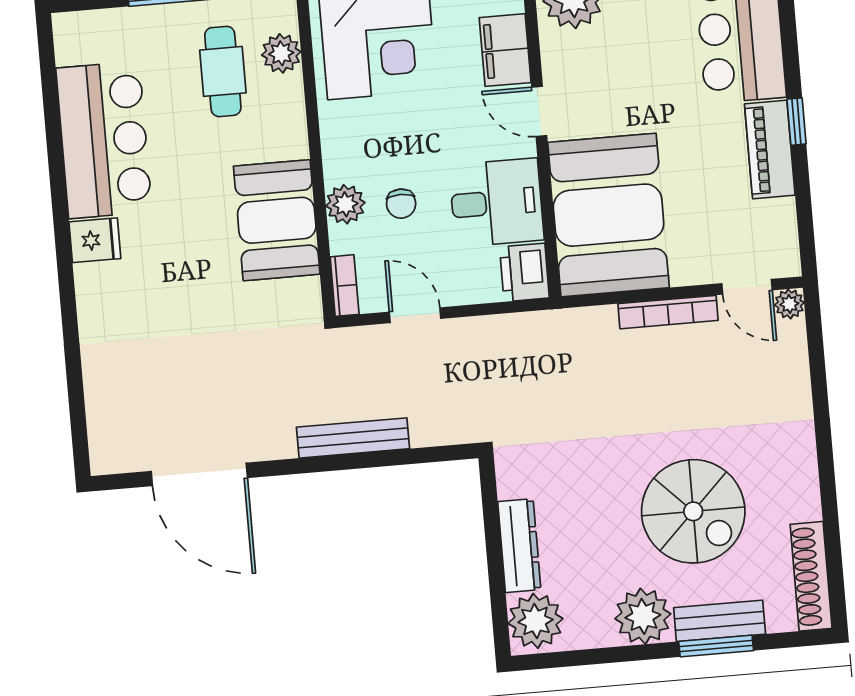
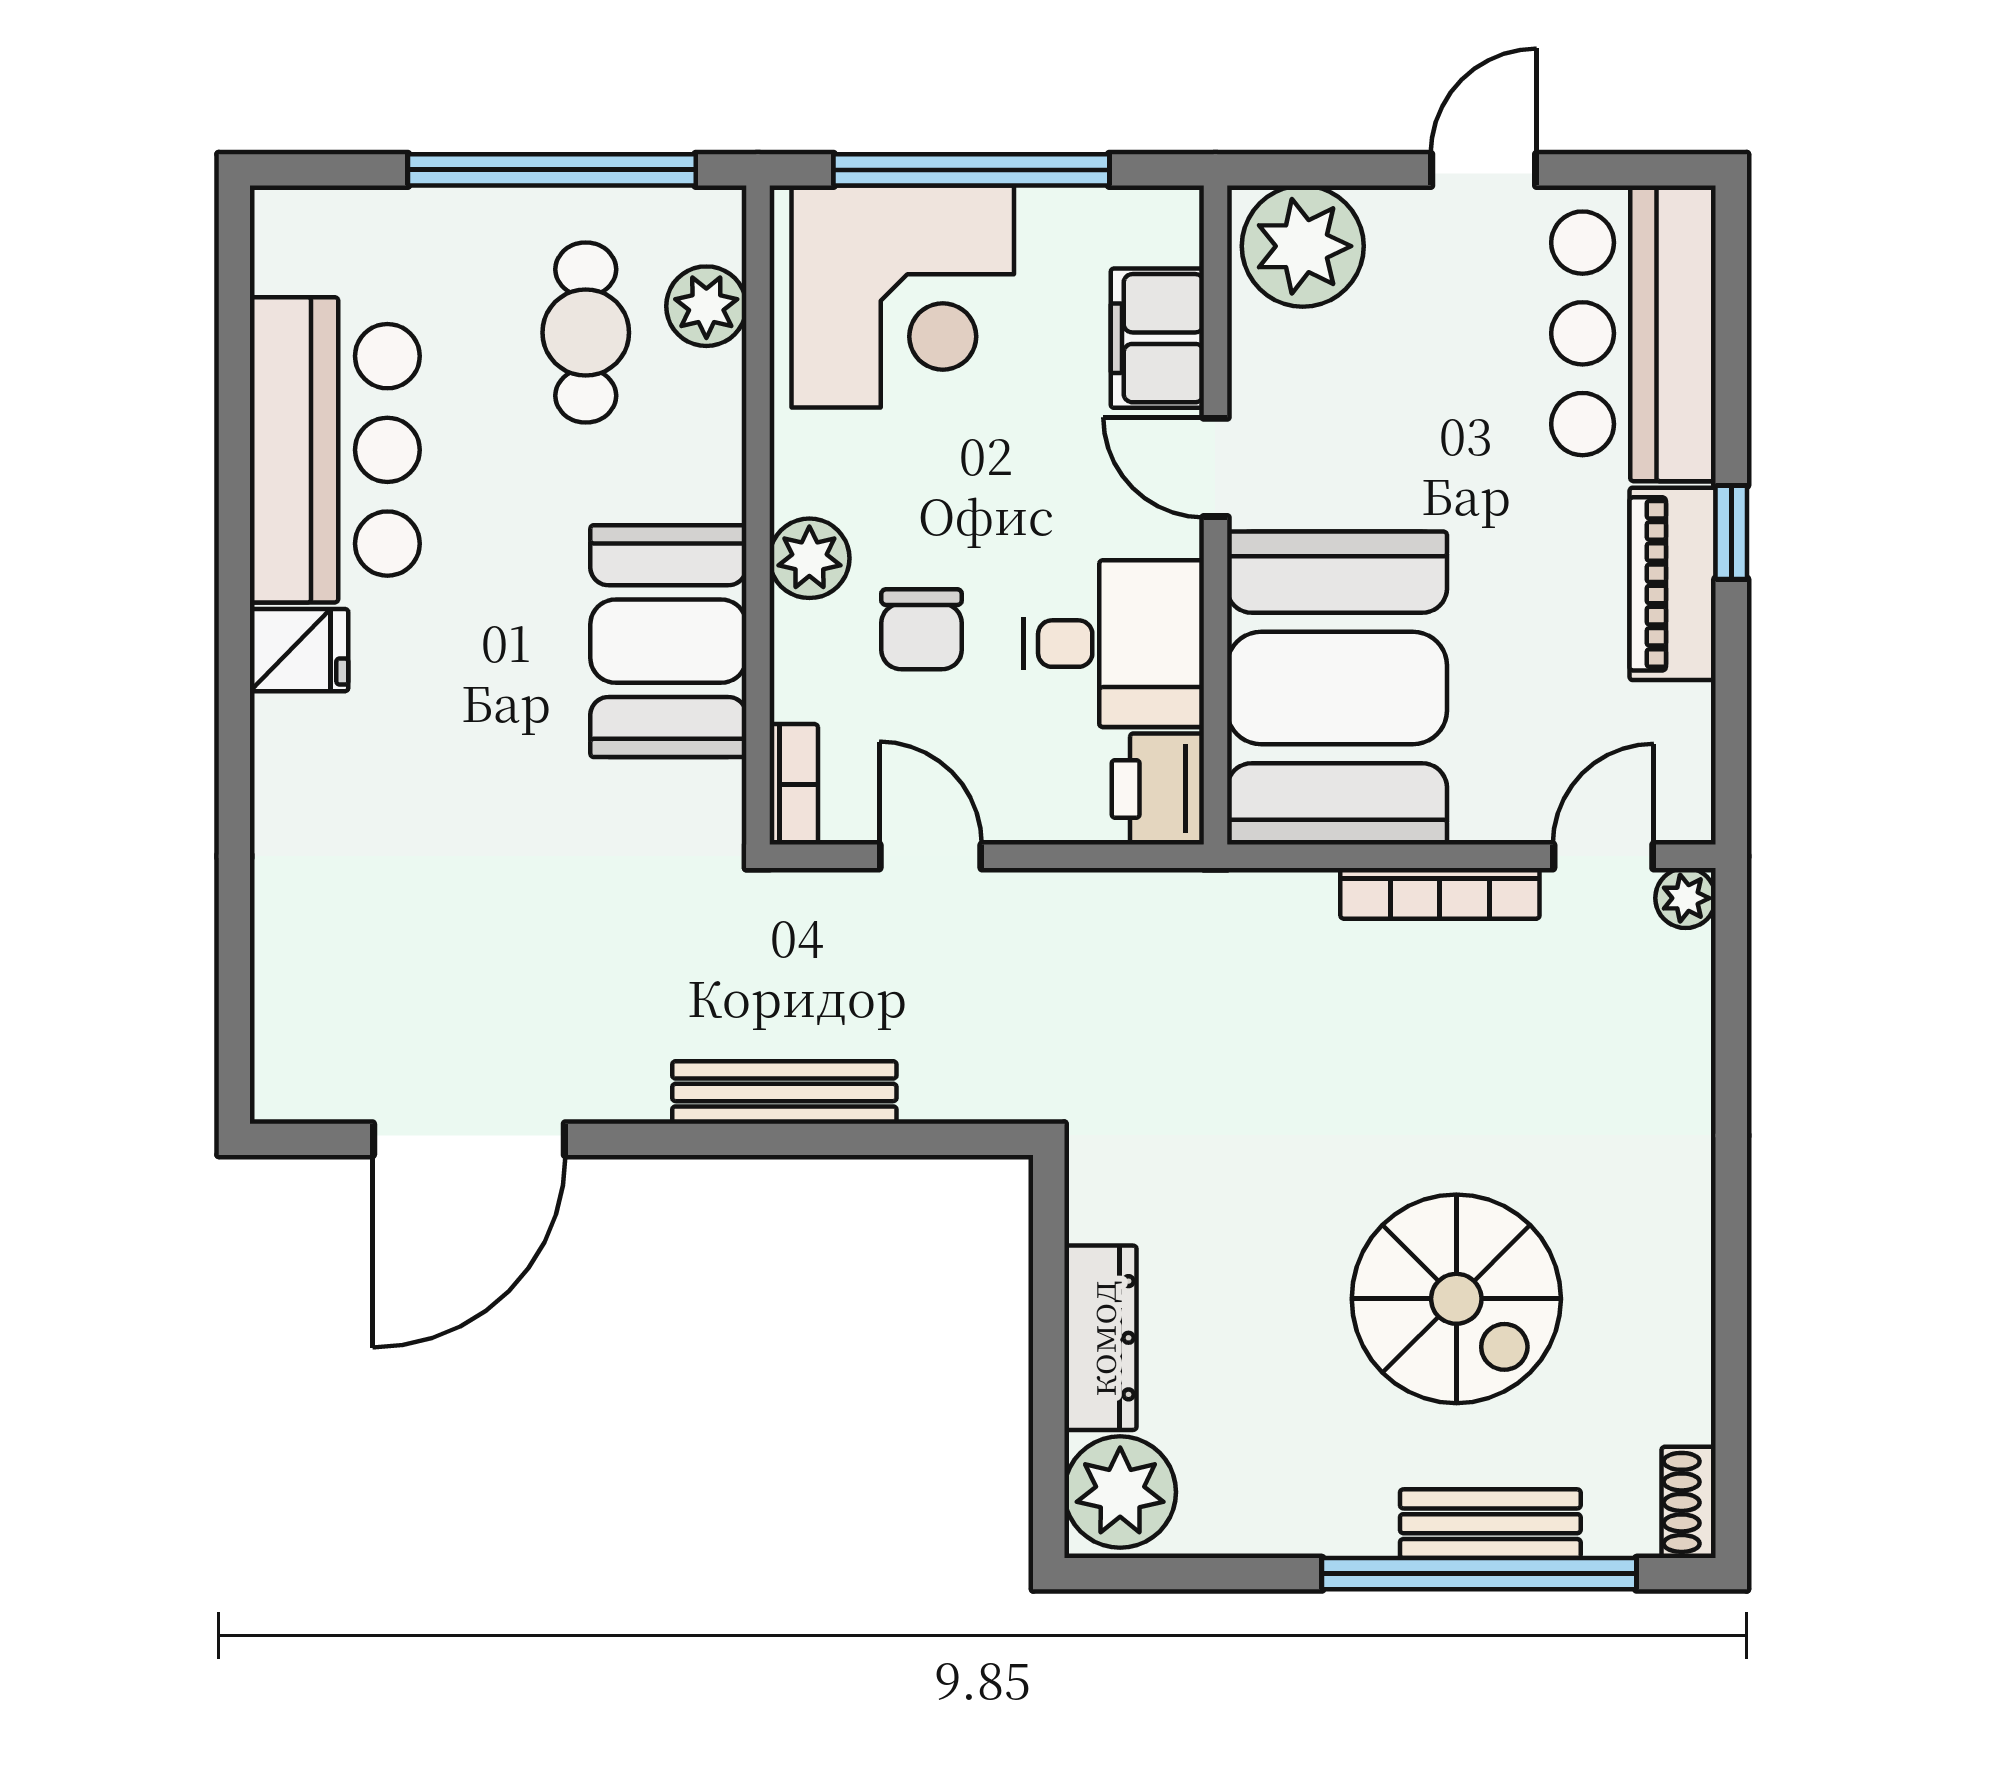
plant: (345, 204) -> (809, 558), moved
chair: (401, 204) -> (922, 629), width x1.37, depth x1.37
door: (747, 287) -> (1603, 856), swing flipped
door: (199, 474) -> (469, 1139), hinge flipped
shoe rack: (811, 576) -> (1689, 1502), width x0.51, depth x0.81
plant: (643, 616) -> (1337, 1501), removed
window: (716, 646) -> (1479, 1574), width x2.11

